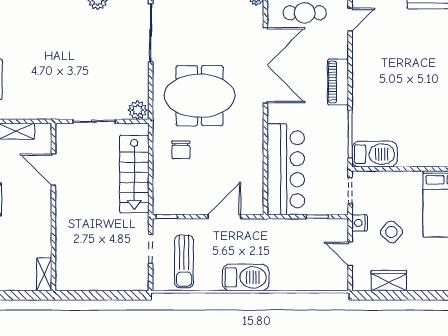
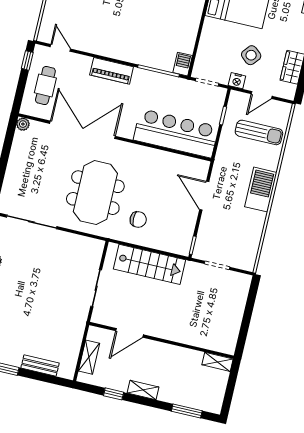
plant: (138, 110) -> (95, 249), removed
barbecue: (375, 154) -> (183, 64), width x0.53, depth x0.65
sun lounger: (184, 261) -> (259, 132), moved

